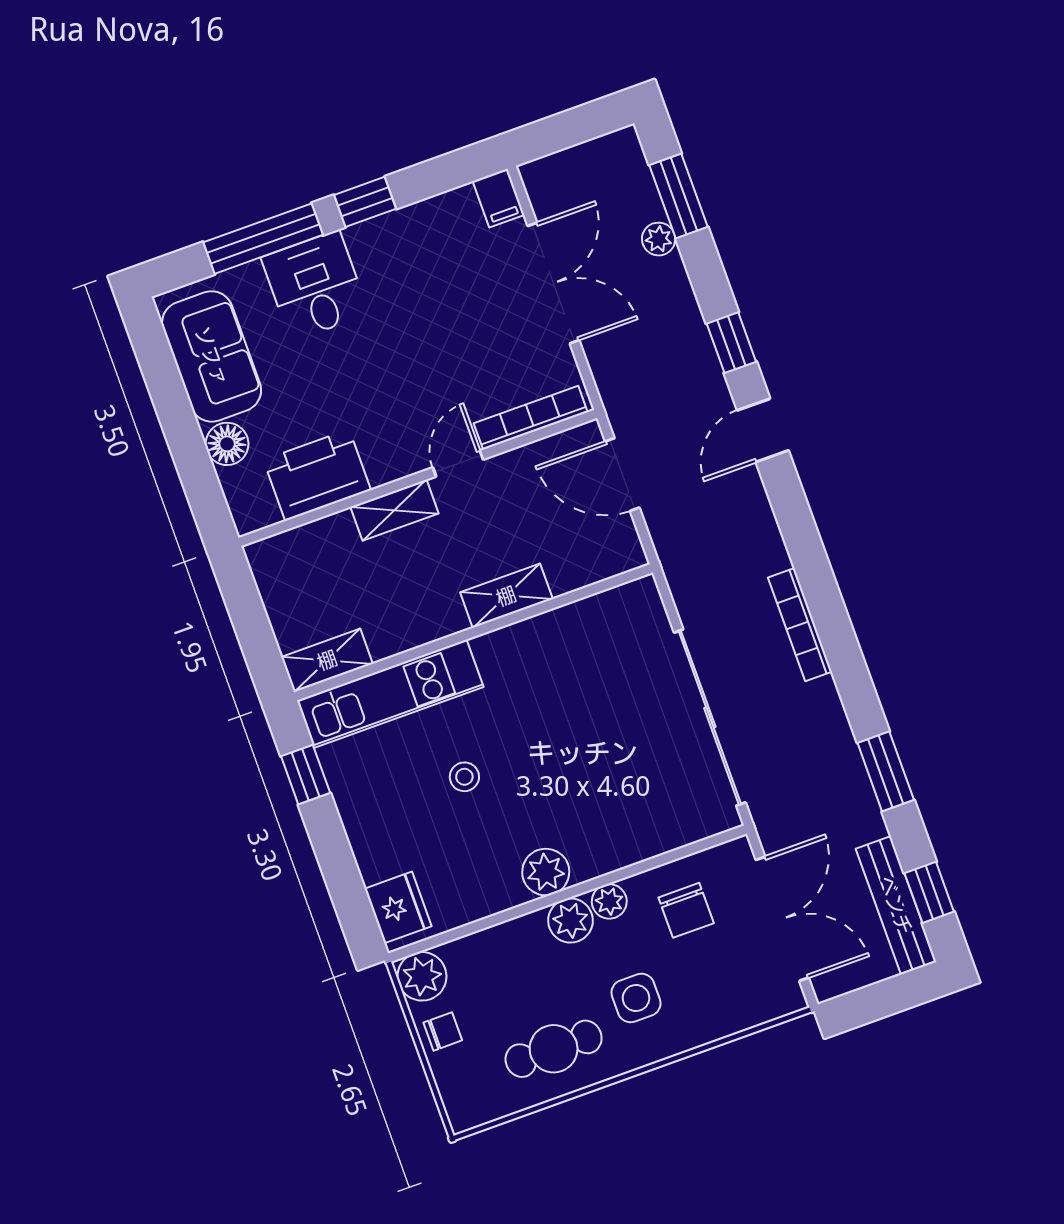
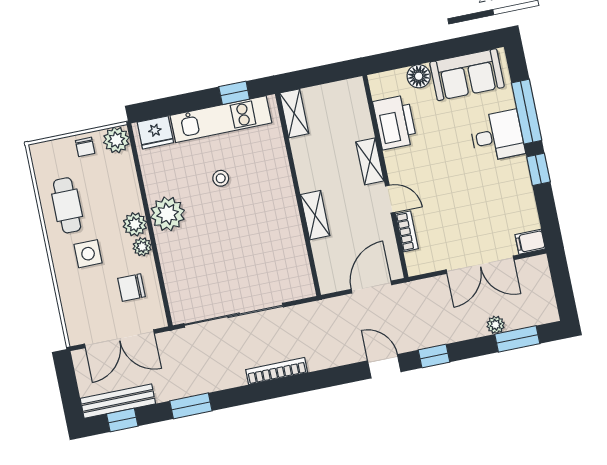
bookcase: (531, 418) -> (407, 231), width x0.64
kitchen unit: (390, 694) -> (221, 119), moved, turned -90
plant: (546, 872) -> (168, 214), width x1.36, depth x1.36

